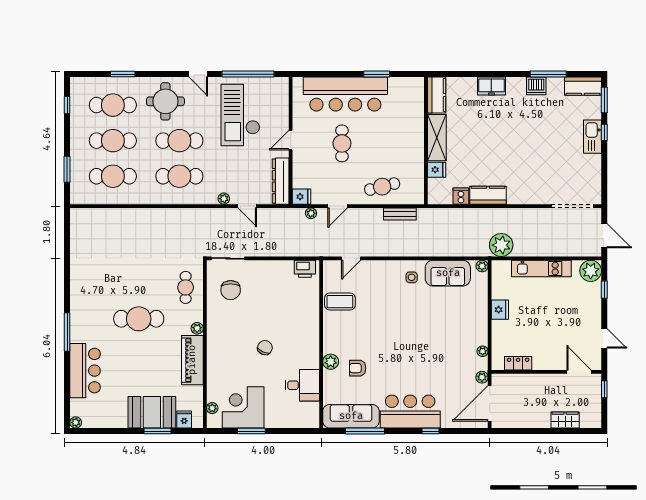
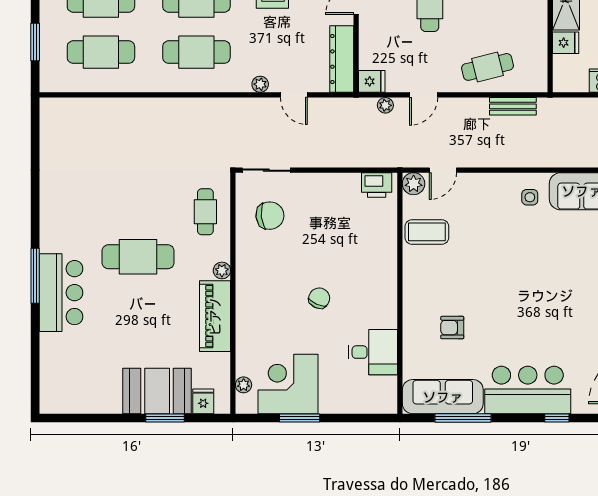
chair: (231, 290) -> (270, 216), turned -96
plant: (331, 362) -> (414, 184), moved
bar counter: (85, 371) -> (61, 293), moved
plant: (76, 422) -> (48, 406), removed

